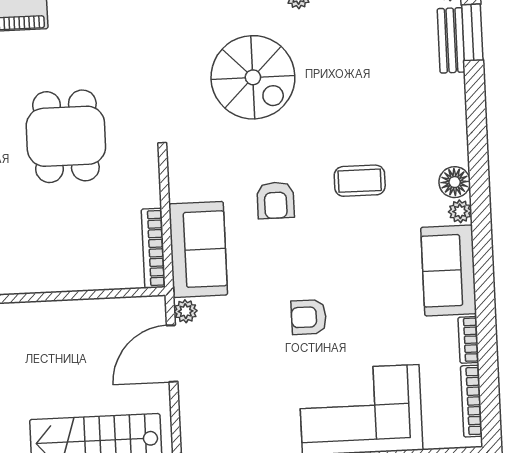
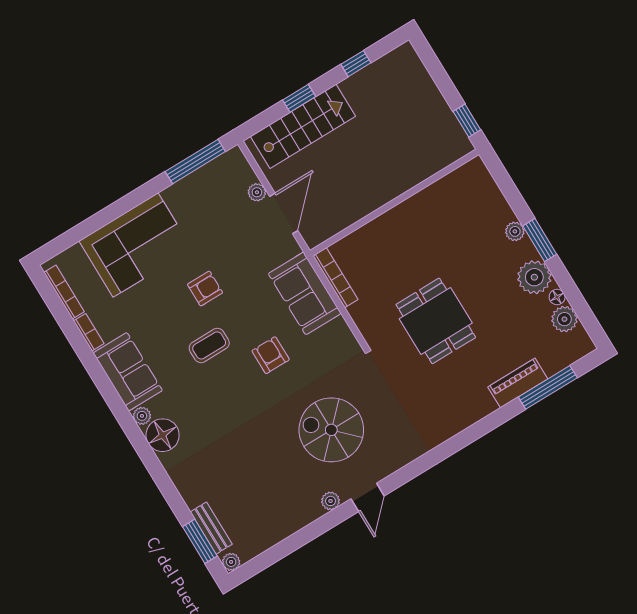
coffee table: (360, 181) -> (209, 345), moved
floor lamp: (455, 182) -> (163, 435), width x1.38, depth x1.38
plant: (186, 311) -> (257, 192), moved

